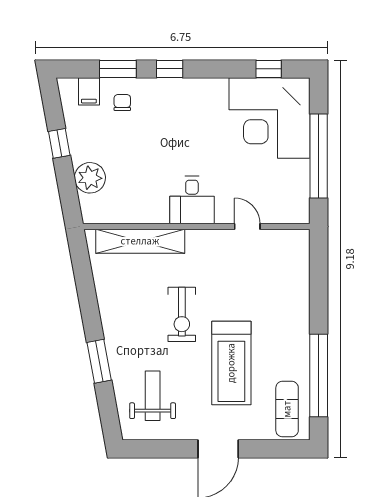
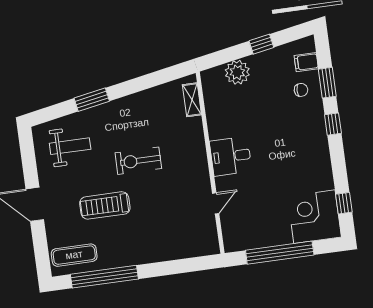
corner desk: (270, 118) -> (314, 217), width x0.74, depth x0.74
shelving: (140, 241) -> (192, 100), width x0.45, depth x0.75
treadmill: (231, 363) -> (105, 205), width x0.73, depth x0.73

